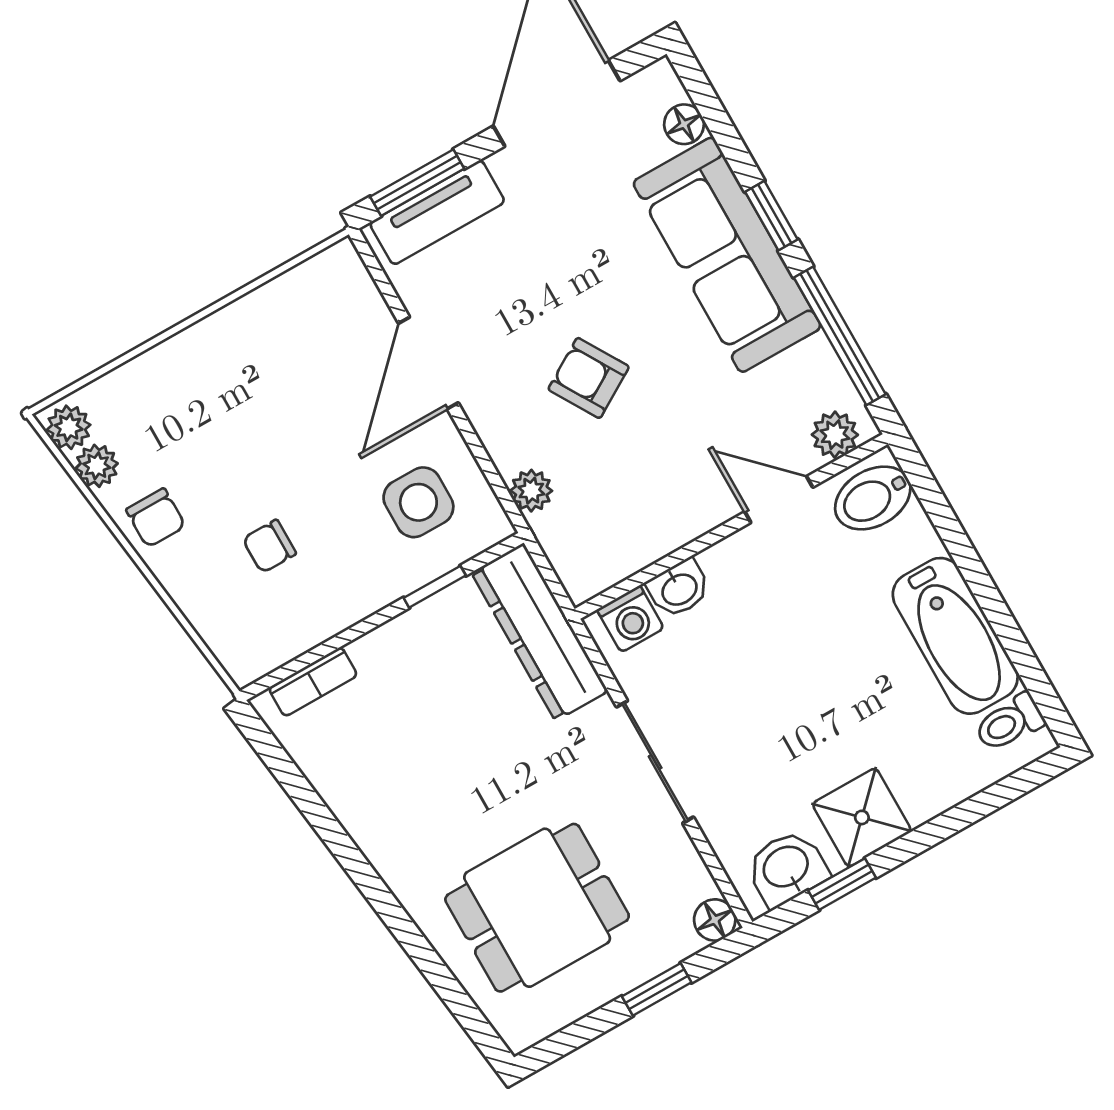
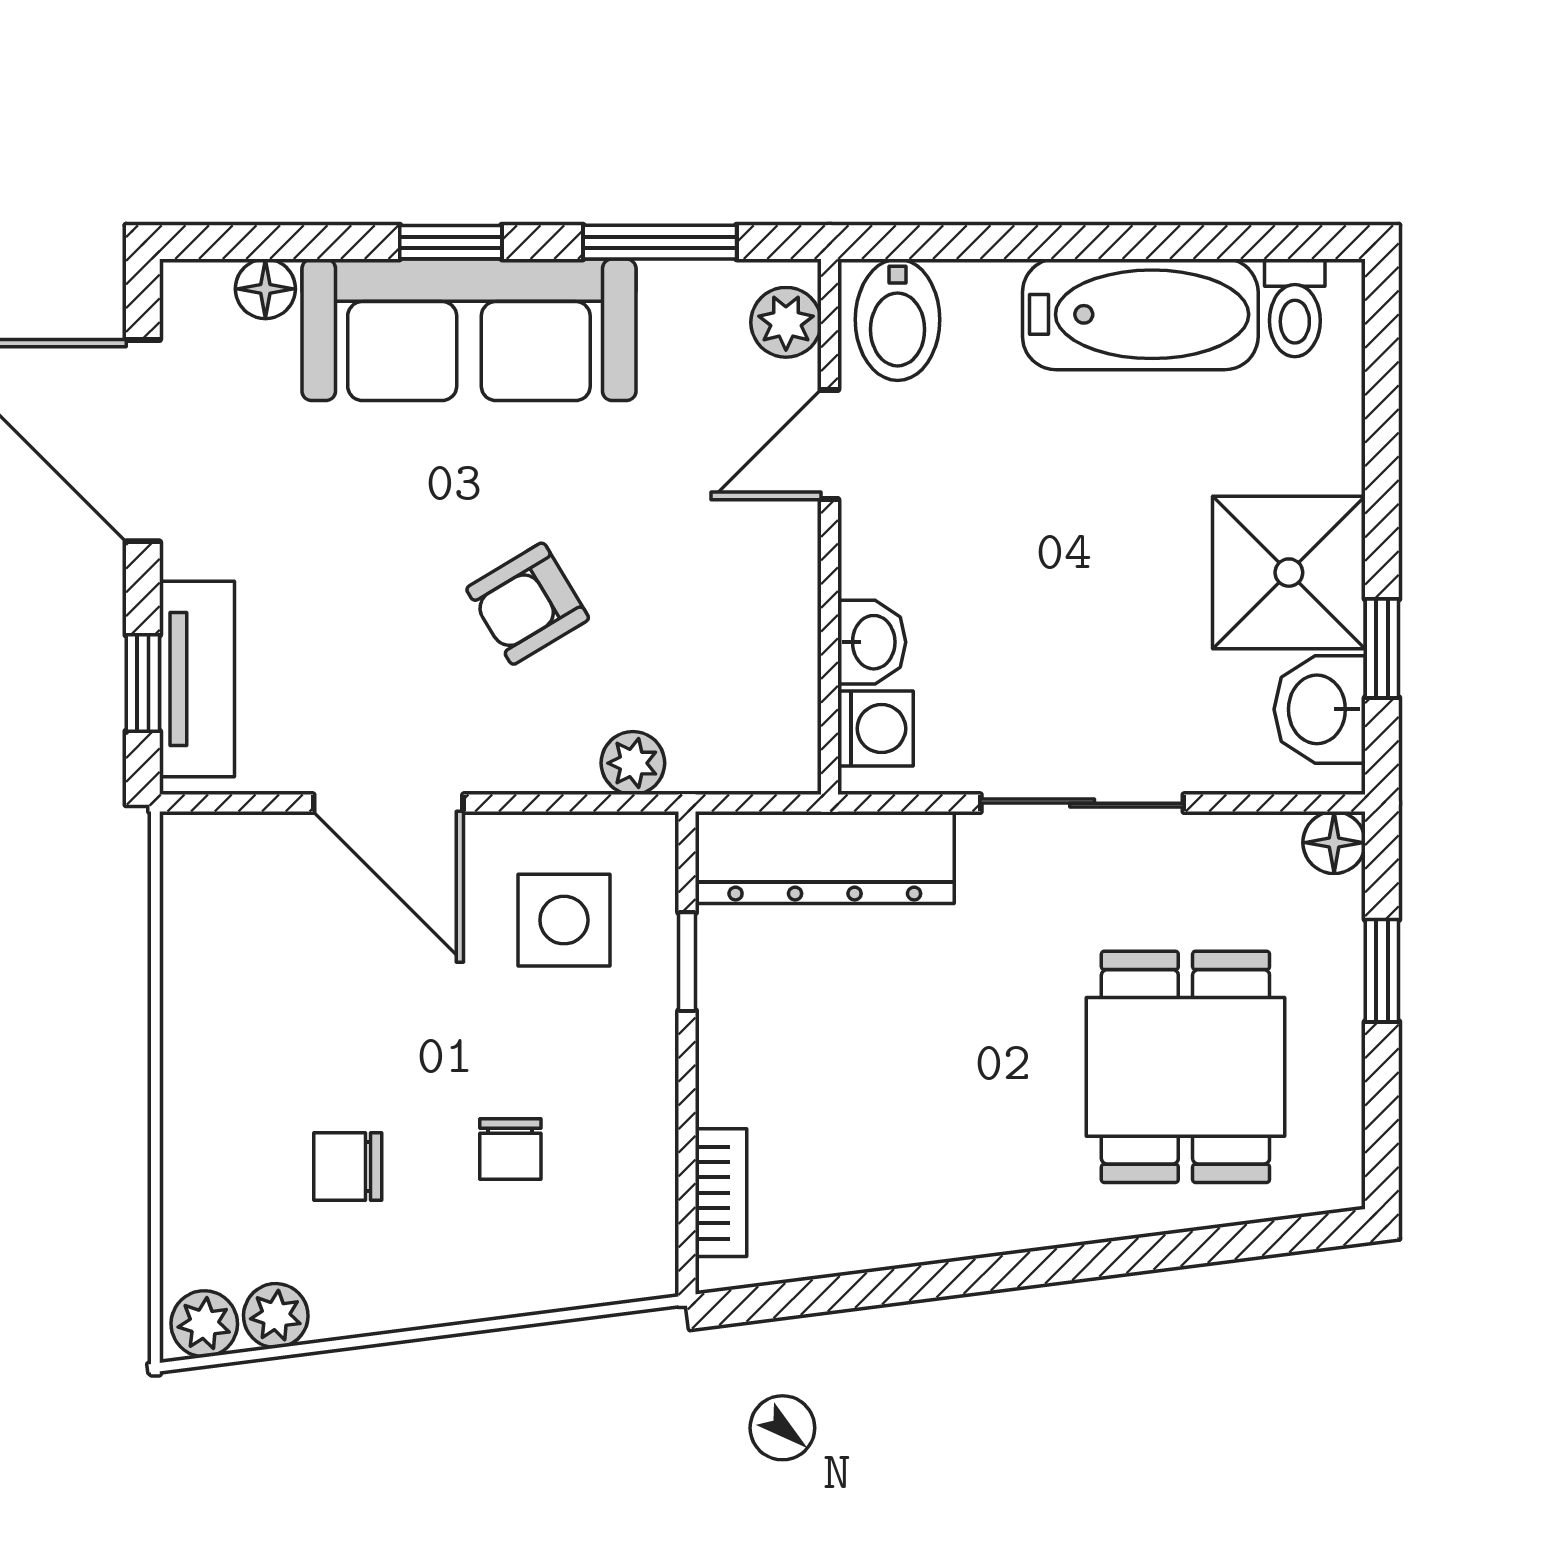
window: (417, 183) -> (143, 683), width x0.67
window: (840, 336) -> (660, 242), width x0.69
chair: (156, 518) -> (348, 1166), moved, turned 180
shower: (862, 817) -> (1289, 573), width x1.36, depth x1.36

